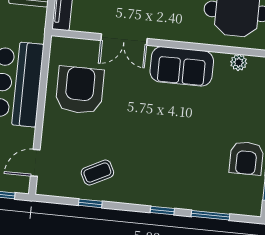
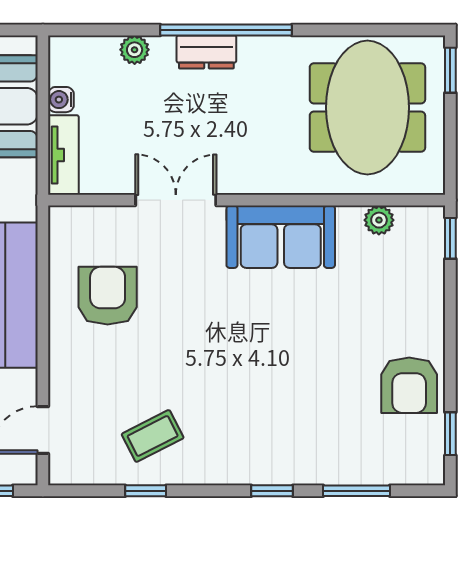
double door: (124, 39) -> (176, 200), swing flipped
armchair: (80, 90) -> (108, 296), width x0.73, depth x0.73

